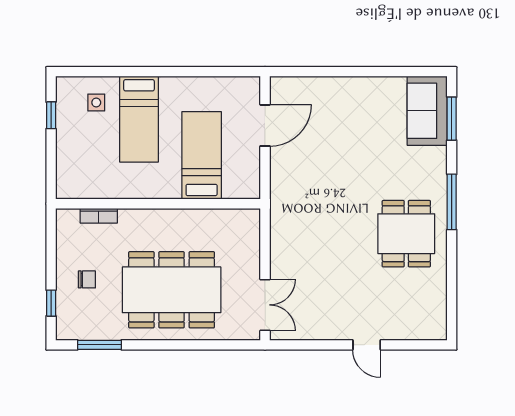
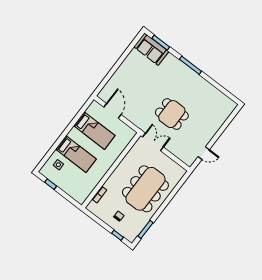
bed: (202, 155) -> (94, 131), moved, turned 180
dining table: (406, 234) -> (172, 114), moved
double door: (265, 305) -> (153, 142), moved
door: (367, 345) -> (204, 153), moved

